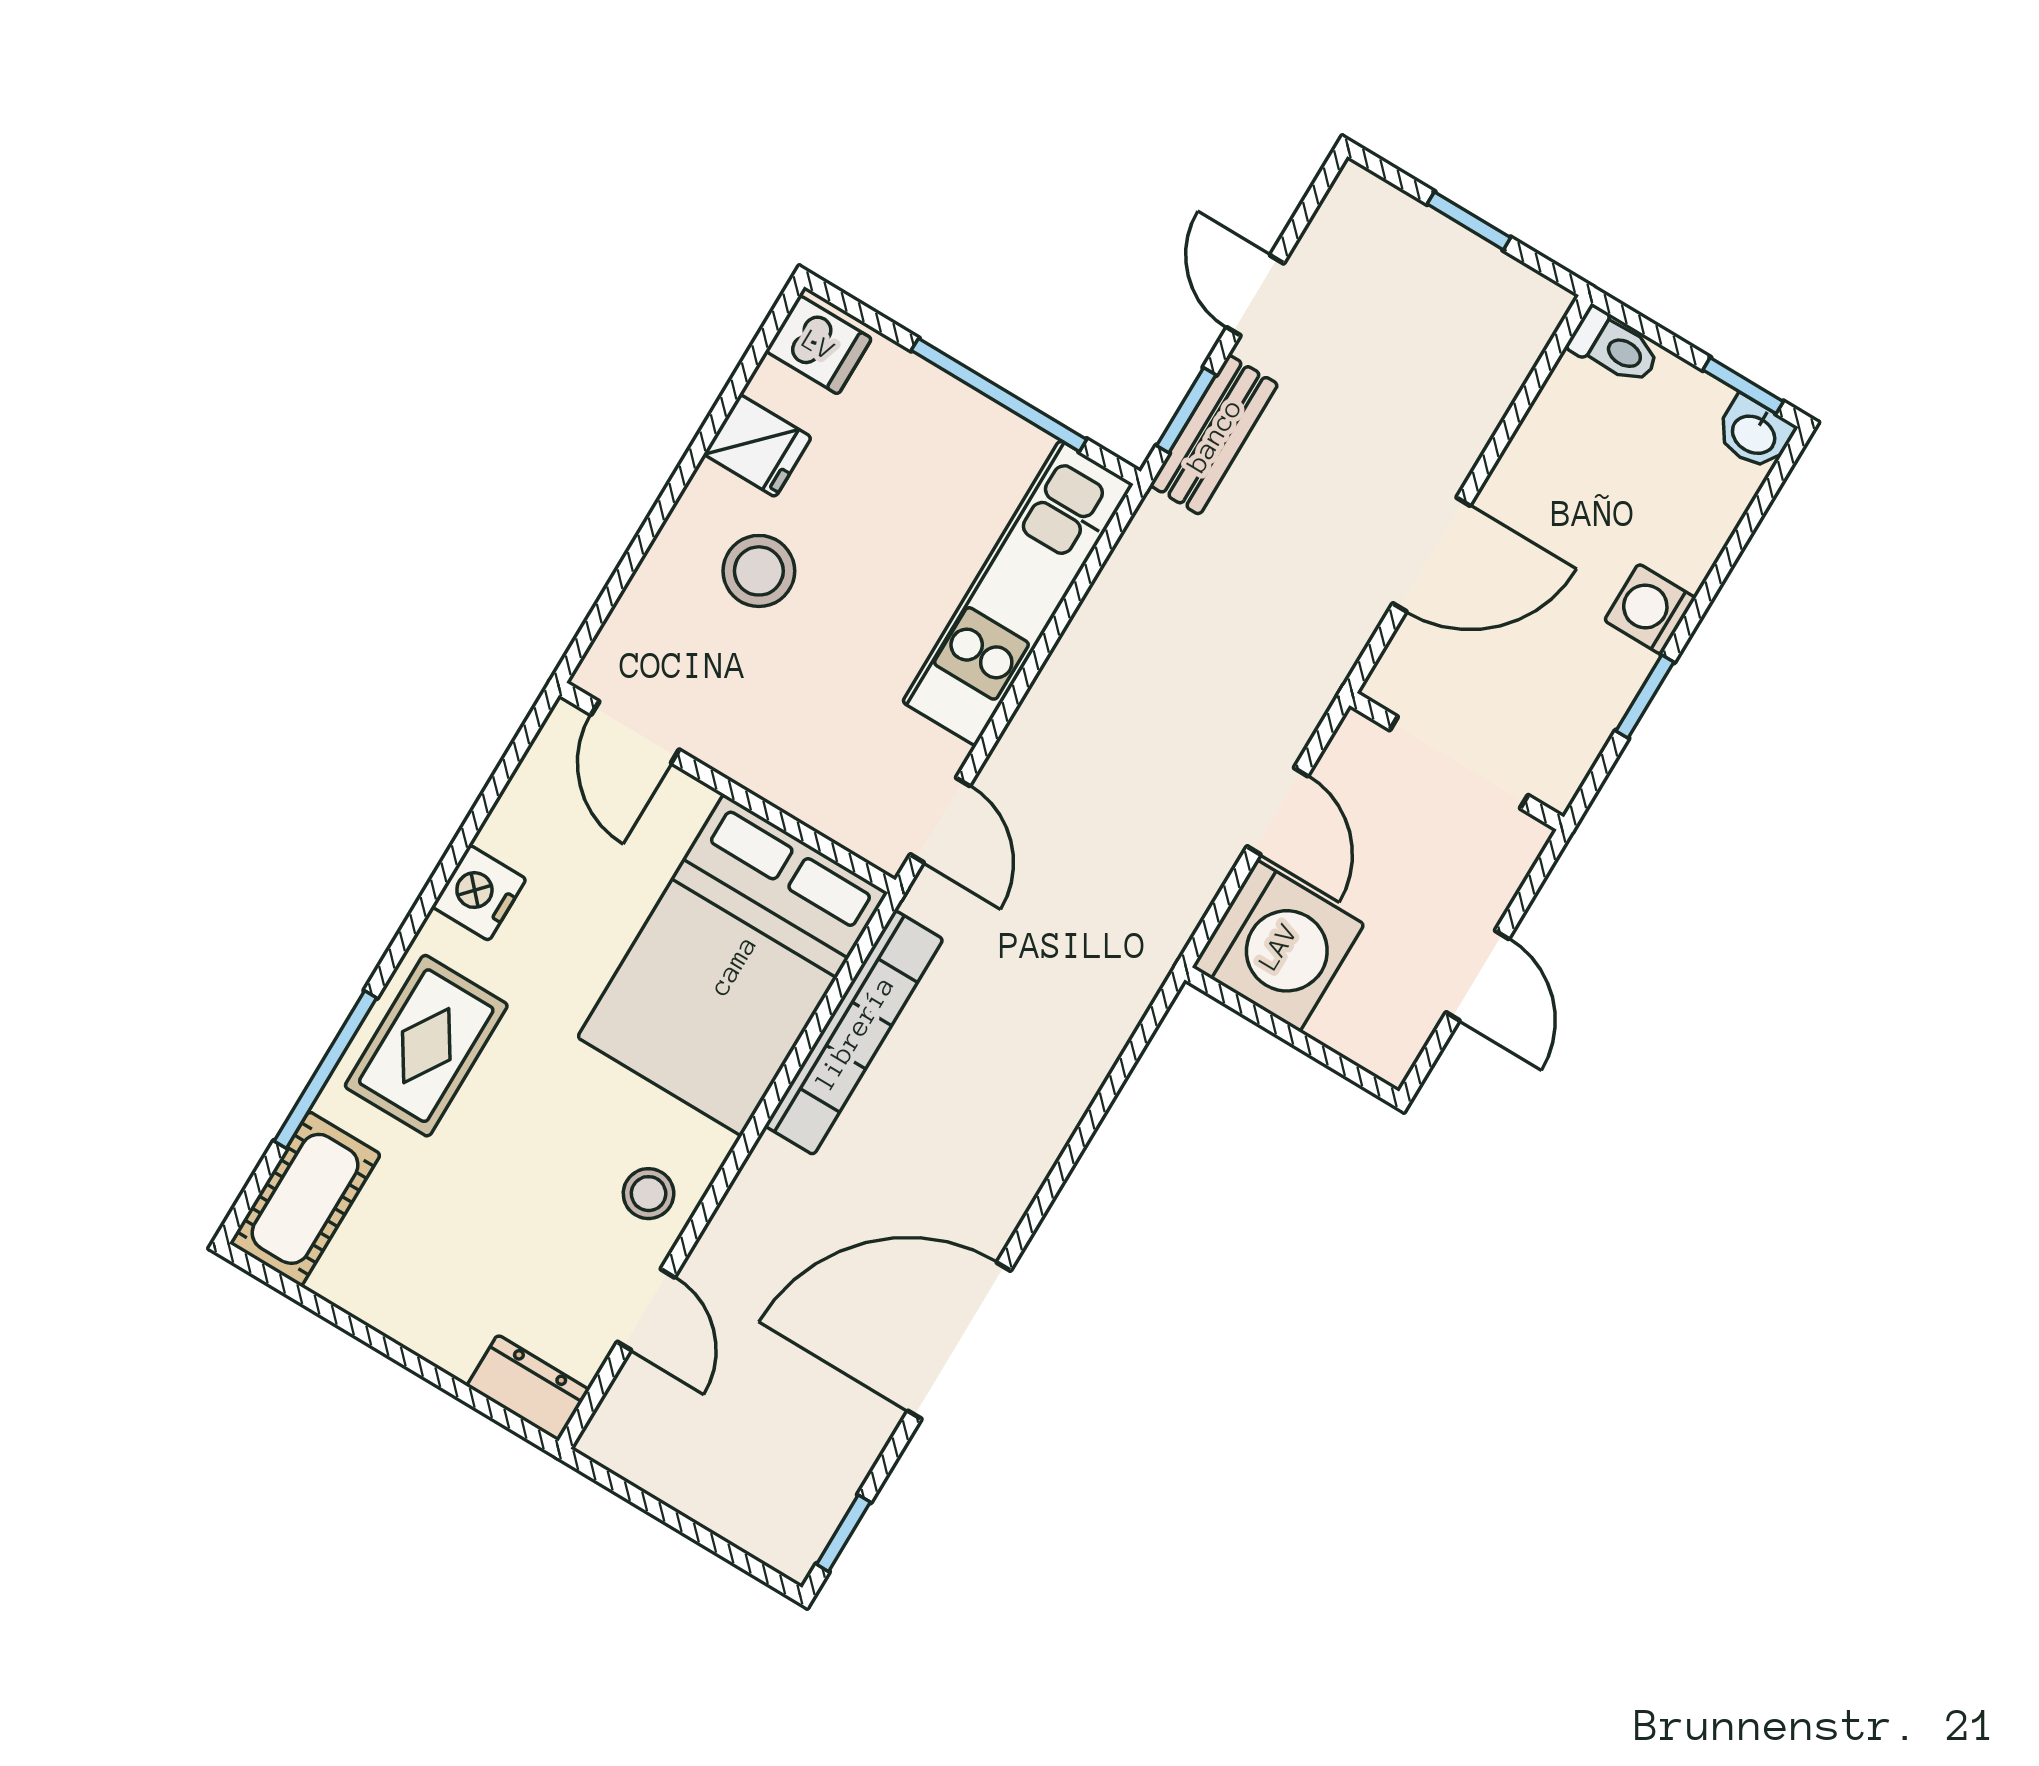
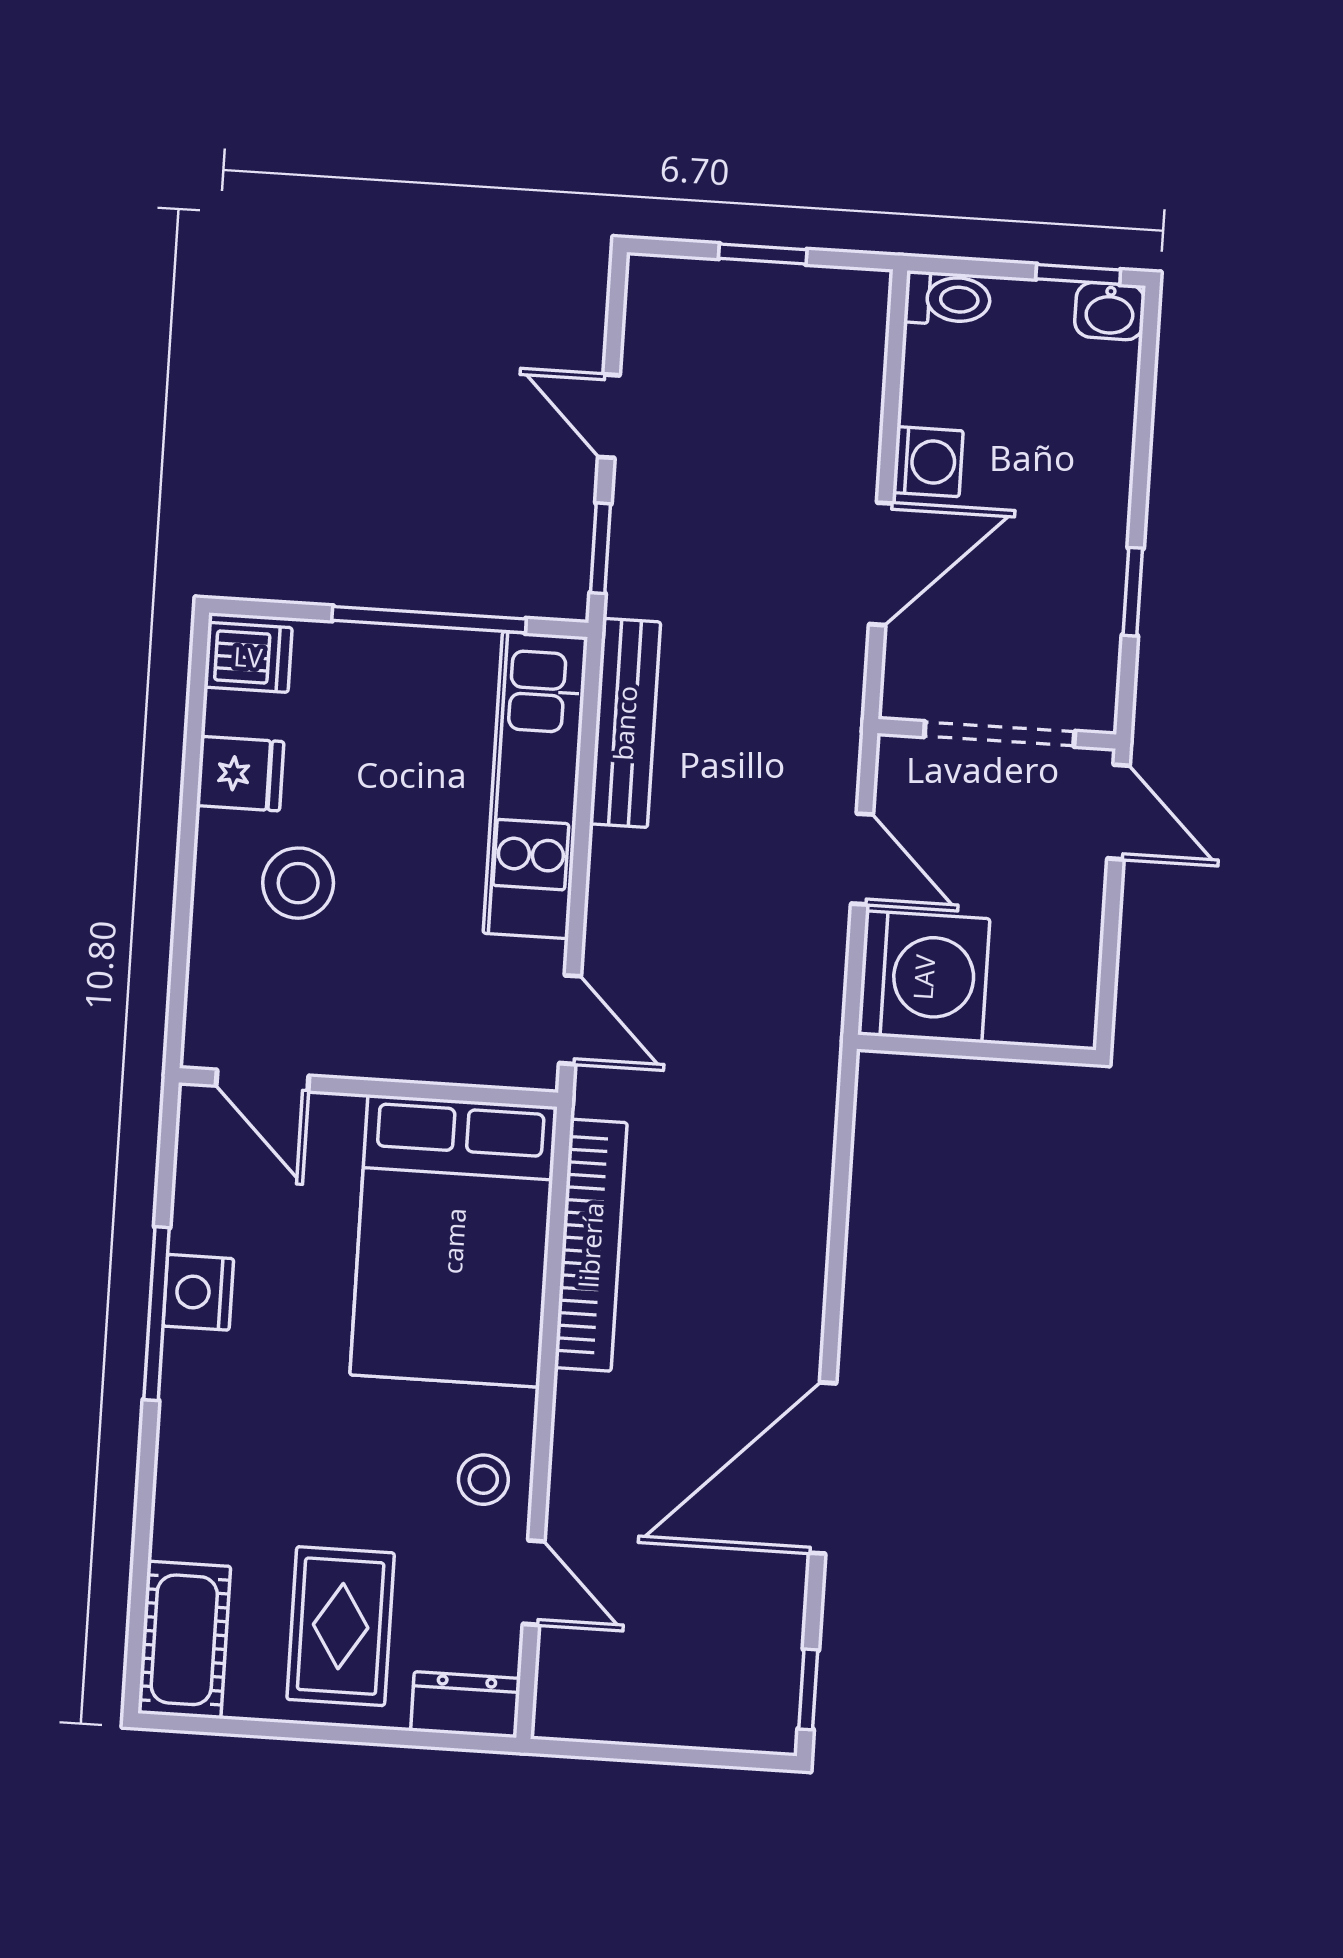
bench: (1214, 435) -> (625, 723), moved, width x1.36
washing machine: (1650, 609) -> (928, 462), moved, turned 180
door: (1477, 976) -> (1119, 812), moved
rug: (426, 1046) -> (341, 1626), moved
window: (325, 1069) -> (157, 1314), moved

